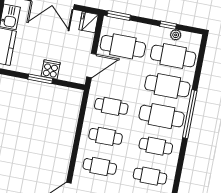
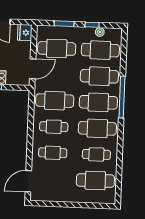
window: (119, 16) -> (64, 24), moved
cafe table: (111, 106) -> (55, 101), width x1.37, depth x1.35
cafe table: (156, 146) -> (97, 128), width x1.37, depth x1.35

